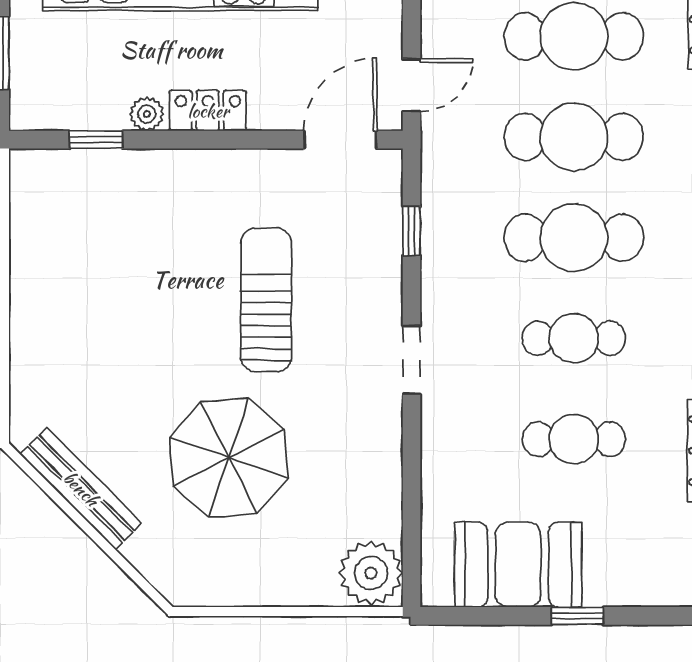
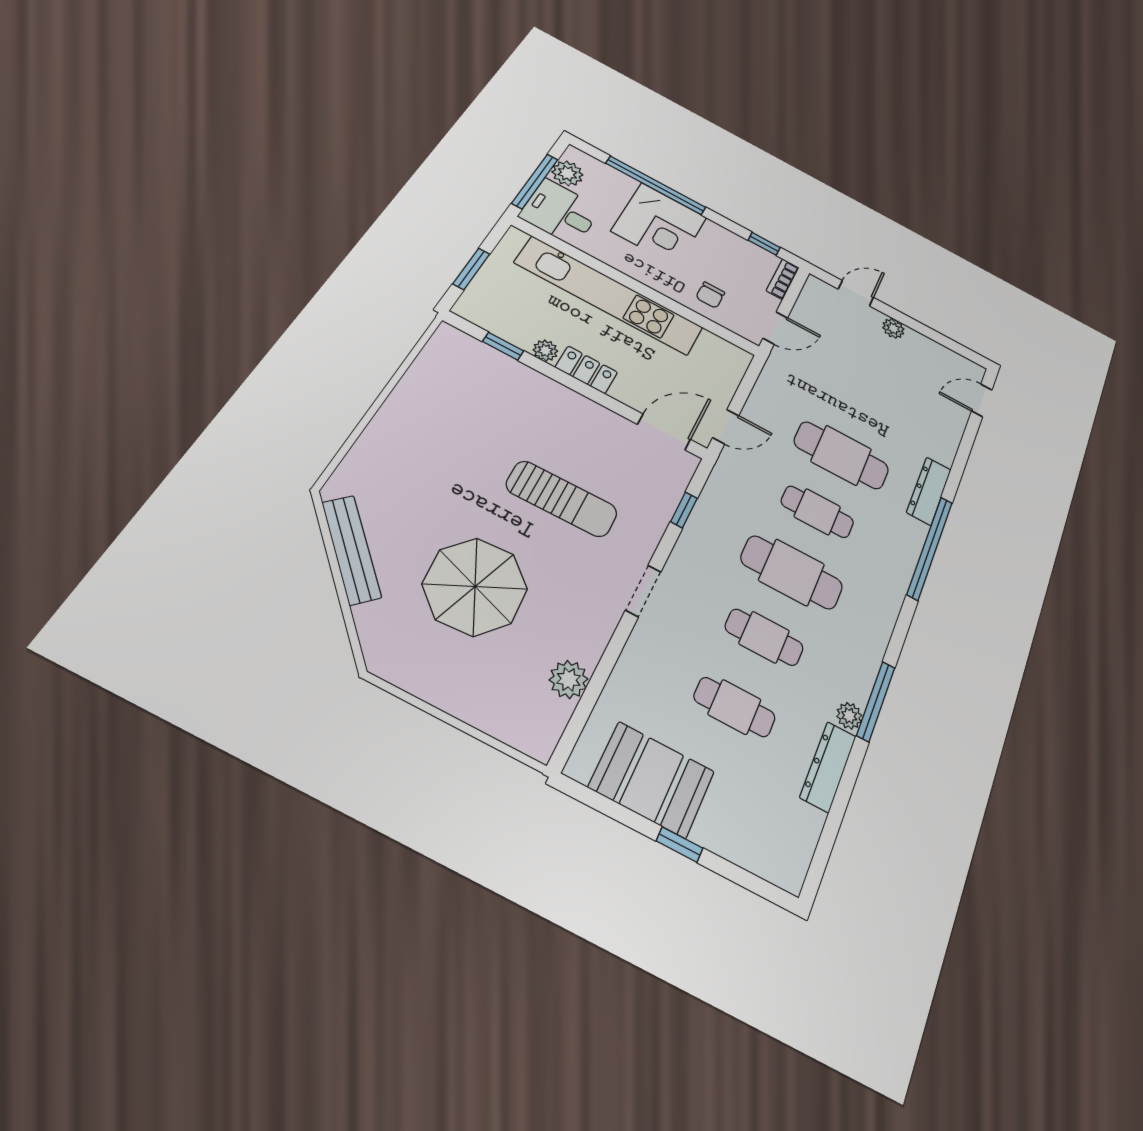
cafe table: (574, 137) -> (817, 512), width x0.73, depth x0.74
sun lounger: (266, 300) -> (562, 499), turned 89
plant: (371, 573) -> (569, 679), moved, width x0.73, depth x0.73

